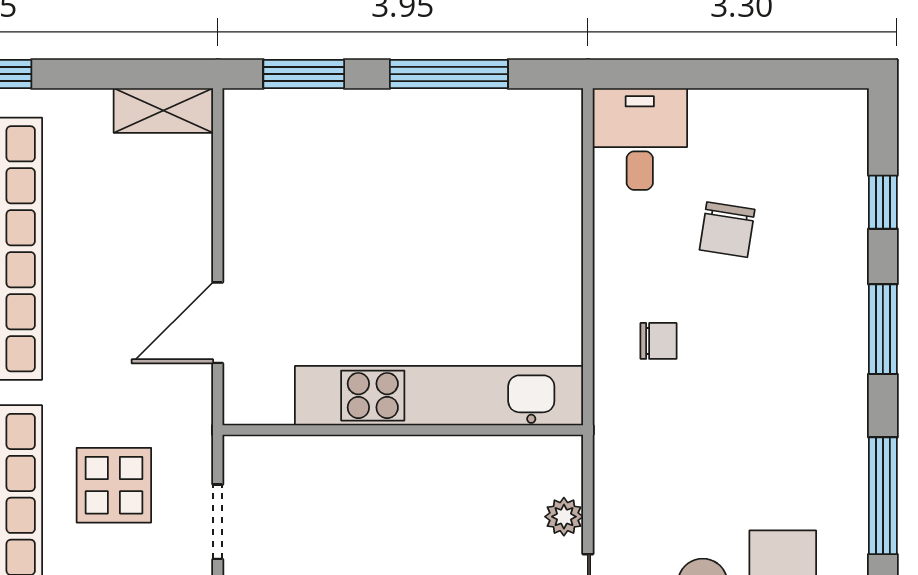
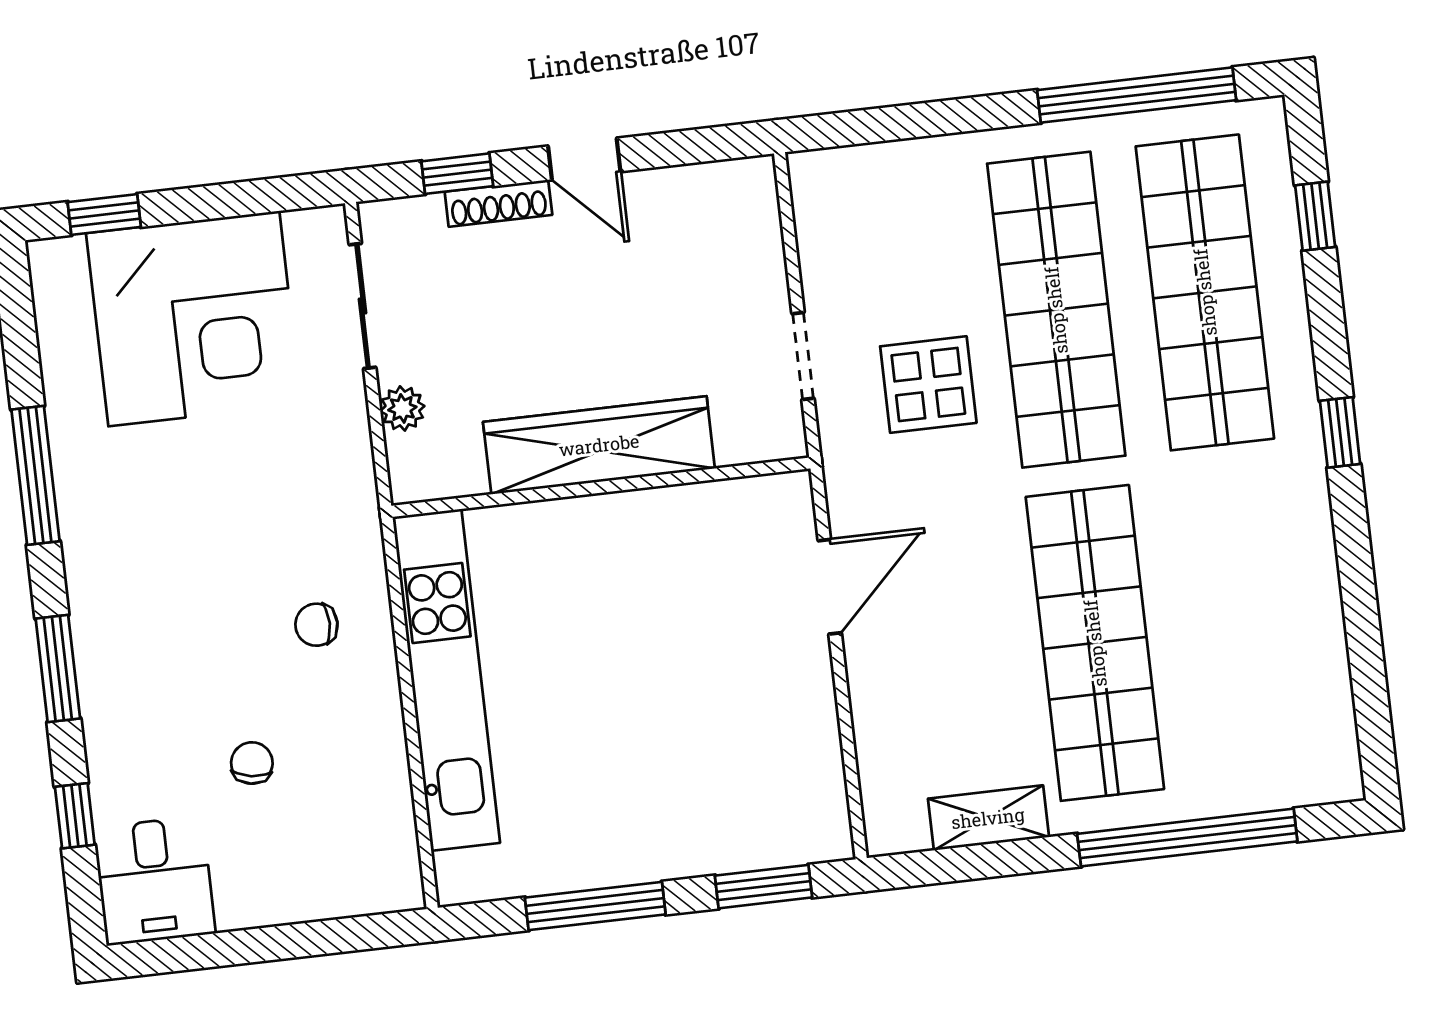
shelving: (163, 110) -> (988, 818), moved
desk: (640, 139) -> (154, 881), moved
chair: (727, 230) -> (252, 763), width x0.73, depth x0.73
kitchen unit: (439, 396) -> (446, 680), moved, turned -90
wardrobe: (400, 466) -> (599, 445), added

